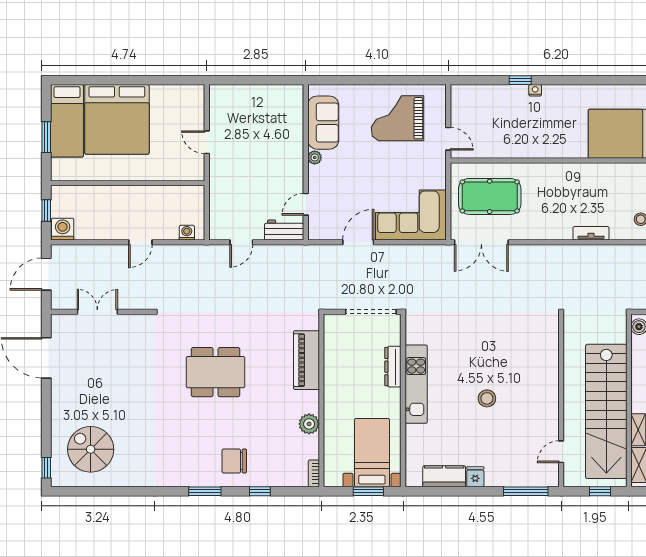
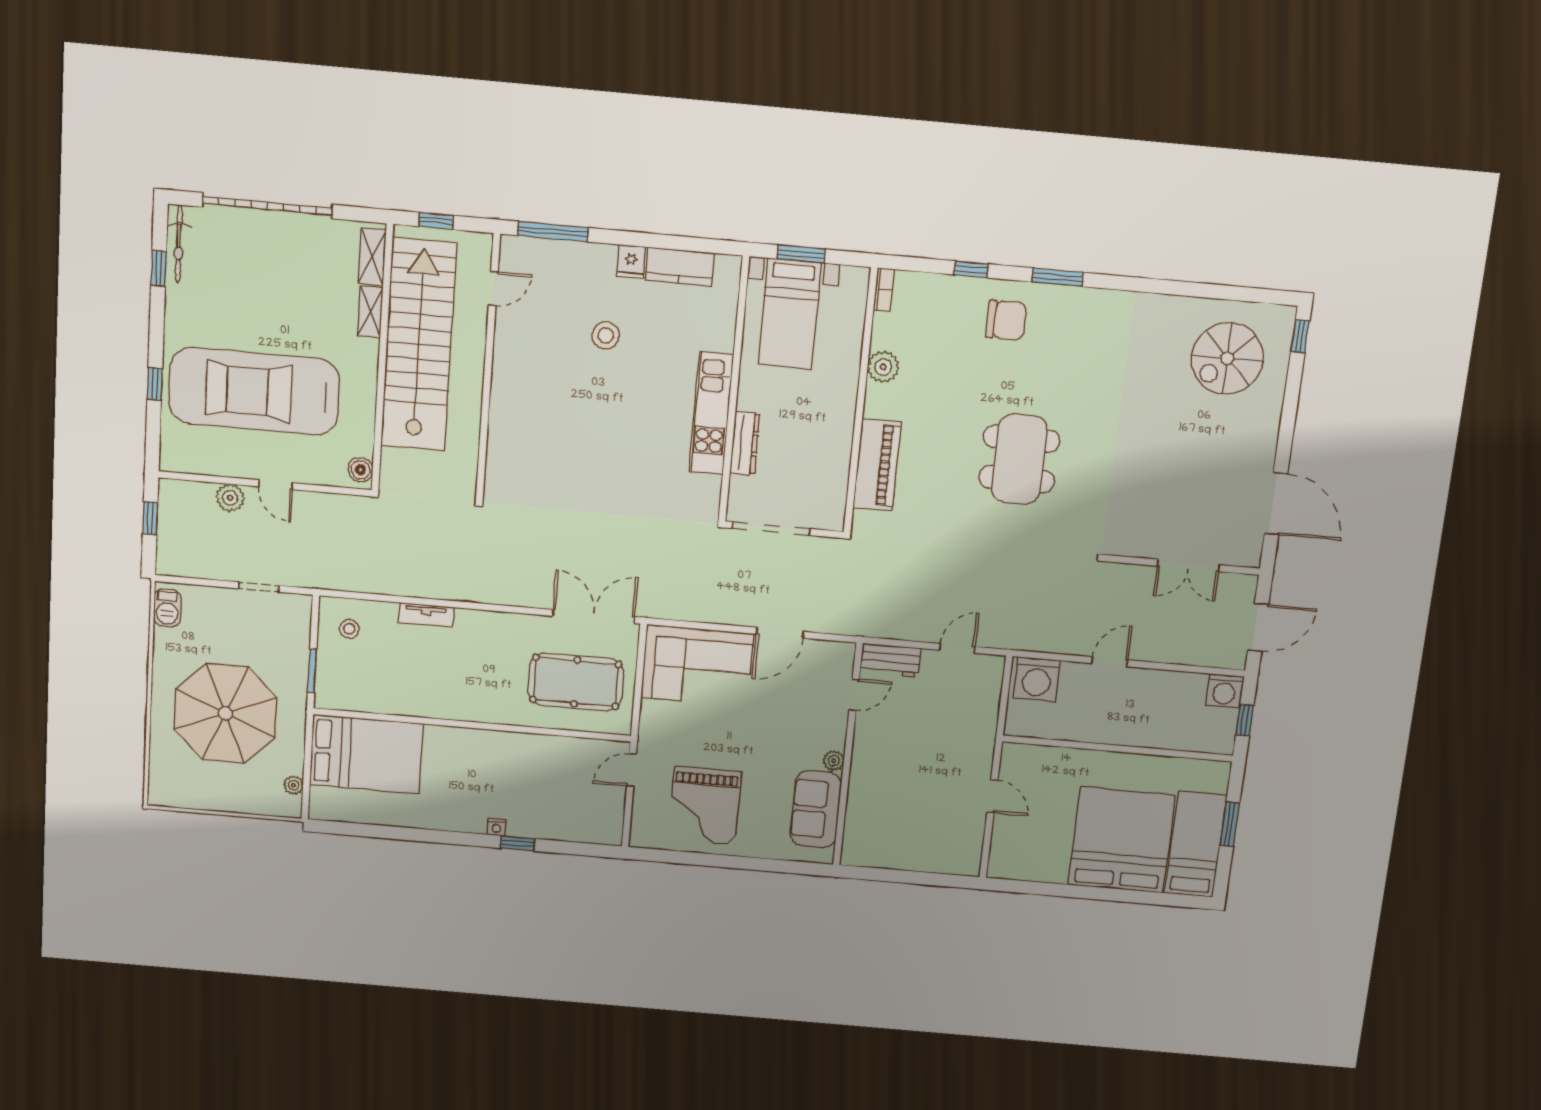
grand piano: (398, 118) -> (705, 806), turned 90
door: (448, 139) -> (631, 770), hinge flipped
washing machine: (187, 233) -> (1037, 679), width x1.89, depth x1.89
dining table: (216, 372) -> (1019, 459), turned 90
stool: (487, 398) -> (606, 335), moved
spiral stairs: (91, 449) -> (1227, 358), turned 90

